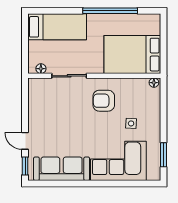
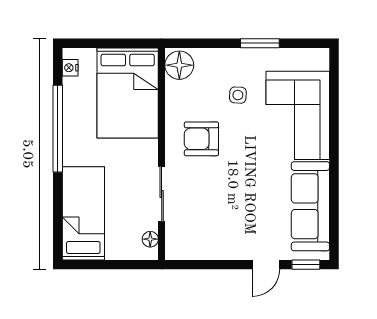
nightstand: (148, 19) -> (70, 68), added
floor lamp: (154, 83) -> (179, 65), width x1.89, depth x1.89
armchair: (104, 101) -> (201, 139), turned 90
window: (163, 155) -> (260, 43), moved

